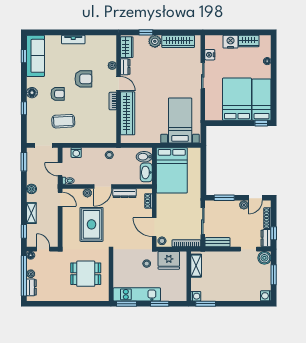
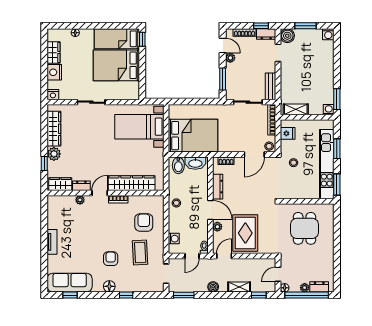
nightstand: (210, 55) -> (53, 95), moved
armchair: (83, 79) -> (144, 222), moved
rug: (91, 224) -> (245, 233), moved, turned 90
fridge: (169, 260) -> (288, 133), width x0.53, depth x0.75
kitchen unit: (137, 294) -> (327, 164), width x1.36

